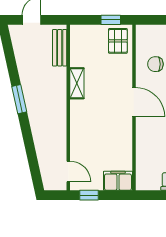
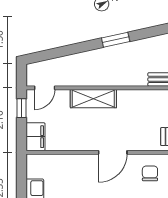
shelving: (77, 83) -> (93, 99), moved, width x1.50, depth x1.33

